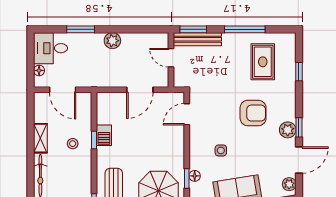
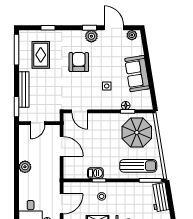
window: (81, 29) -> (17, 191), removed
window: (245, 29) -> (17, 50), moved
bench: (197, 39) -> (24, 90), moved
rug: (263, 62) -> (41, 55), turned 90

